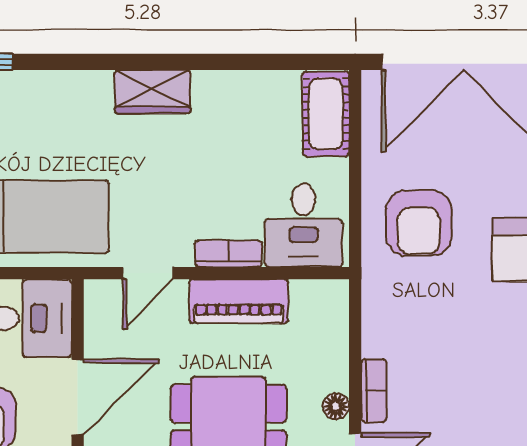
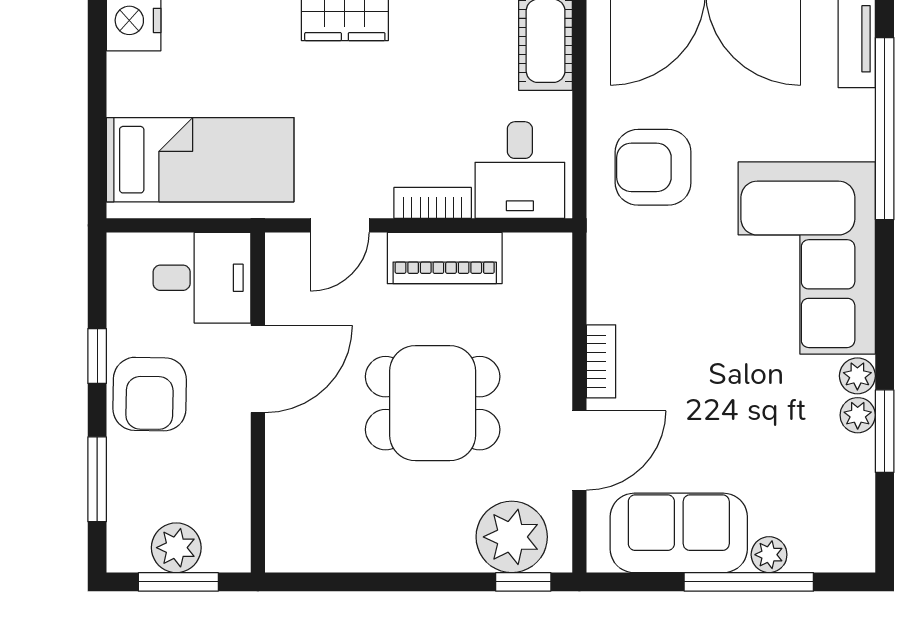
armchair: (419, 223) -> (653, 167), turned 90
floor lamp: (336, 406) -> (557, 380), removed

